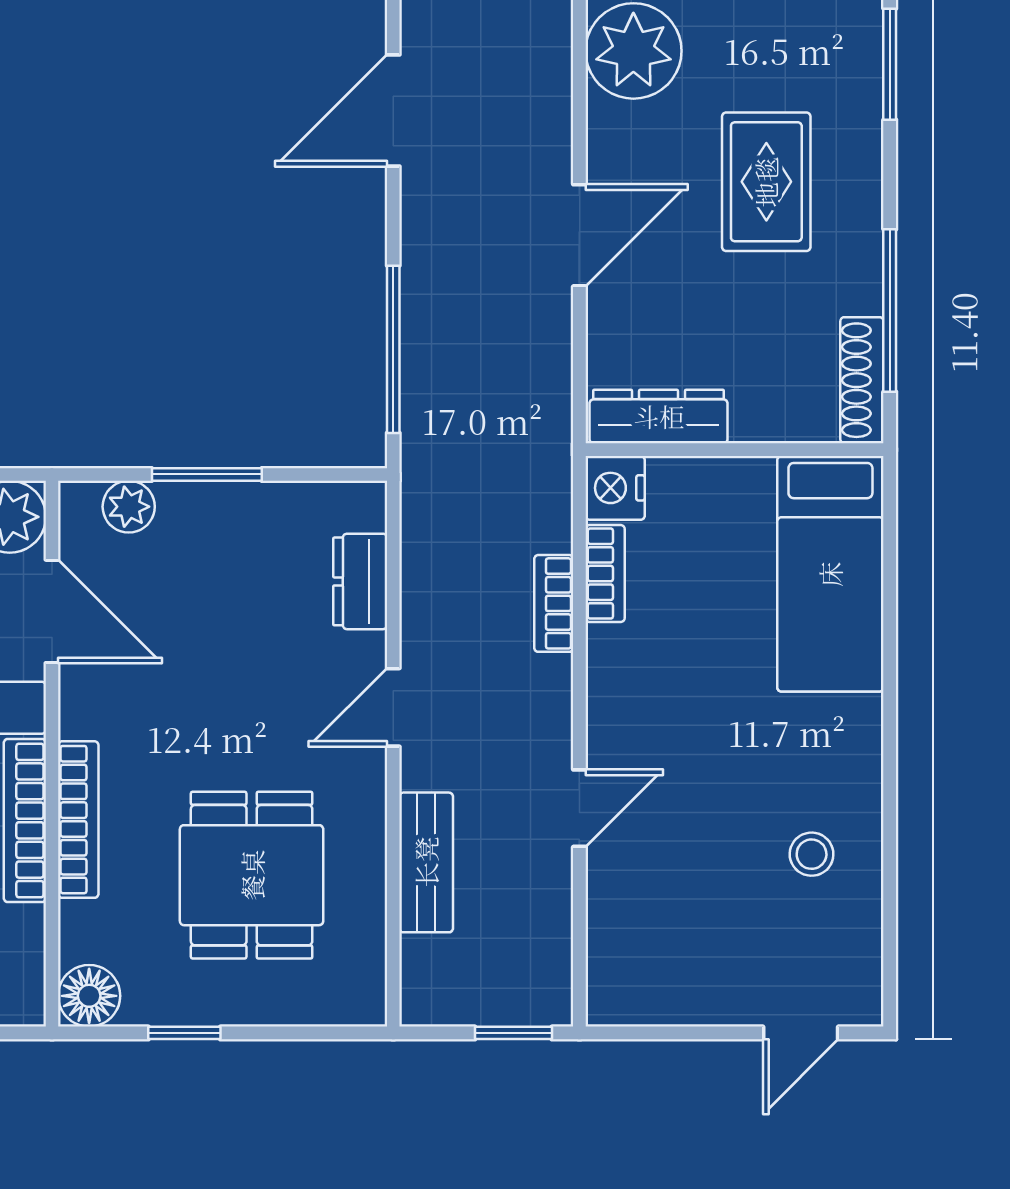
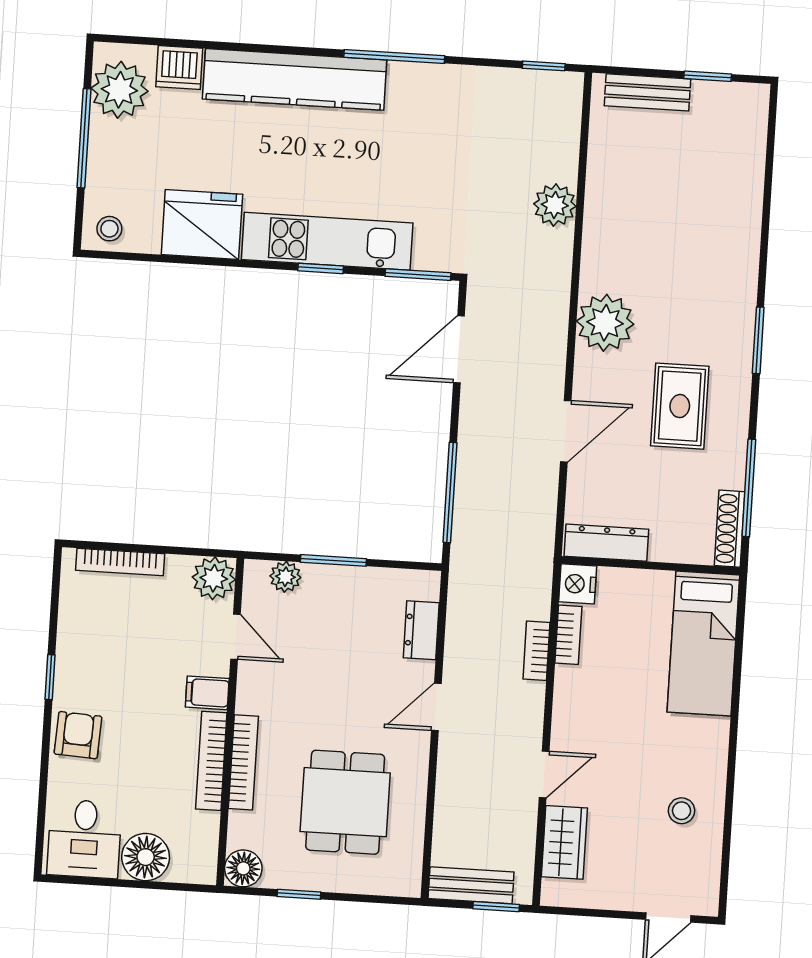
door: (52, 611) -> (235, 637), width x0.73
bench: (426, 862) -> (471, 885), moved, turned 90
wardrobe: (620, 919) -> (564, 842), added

